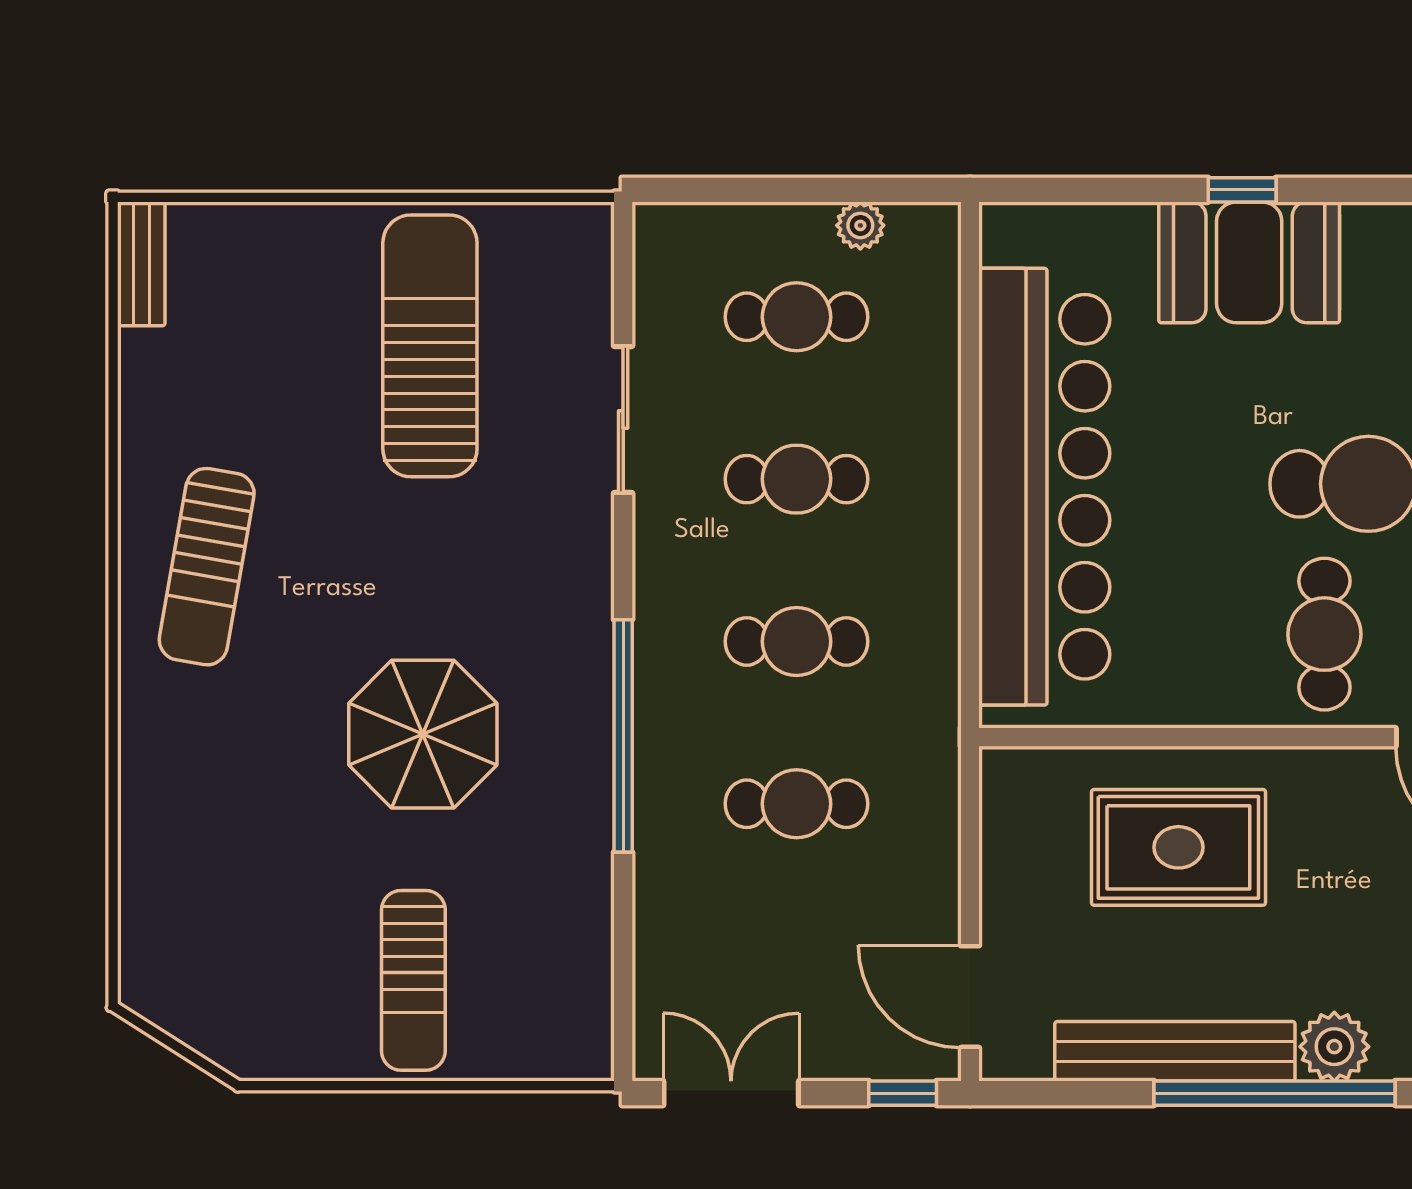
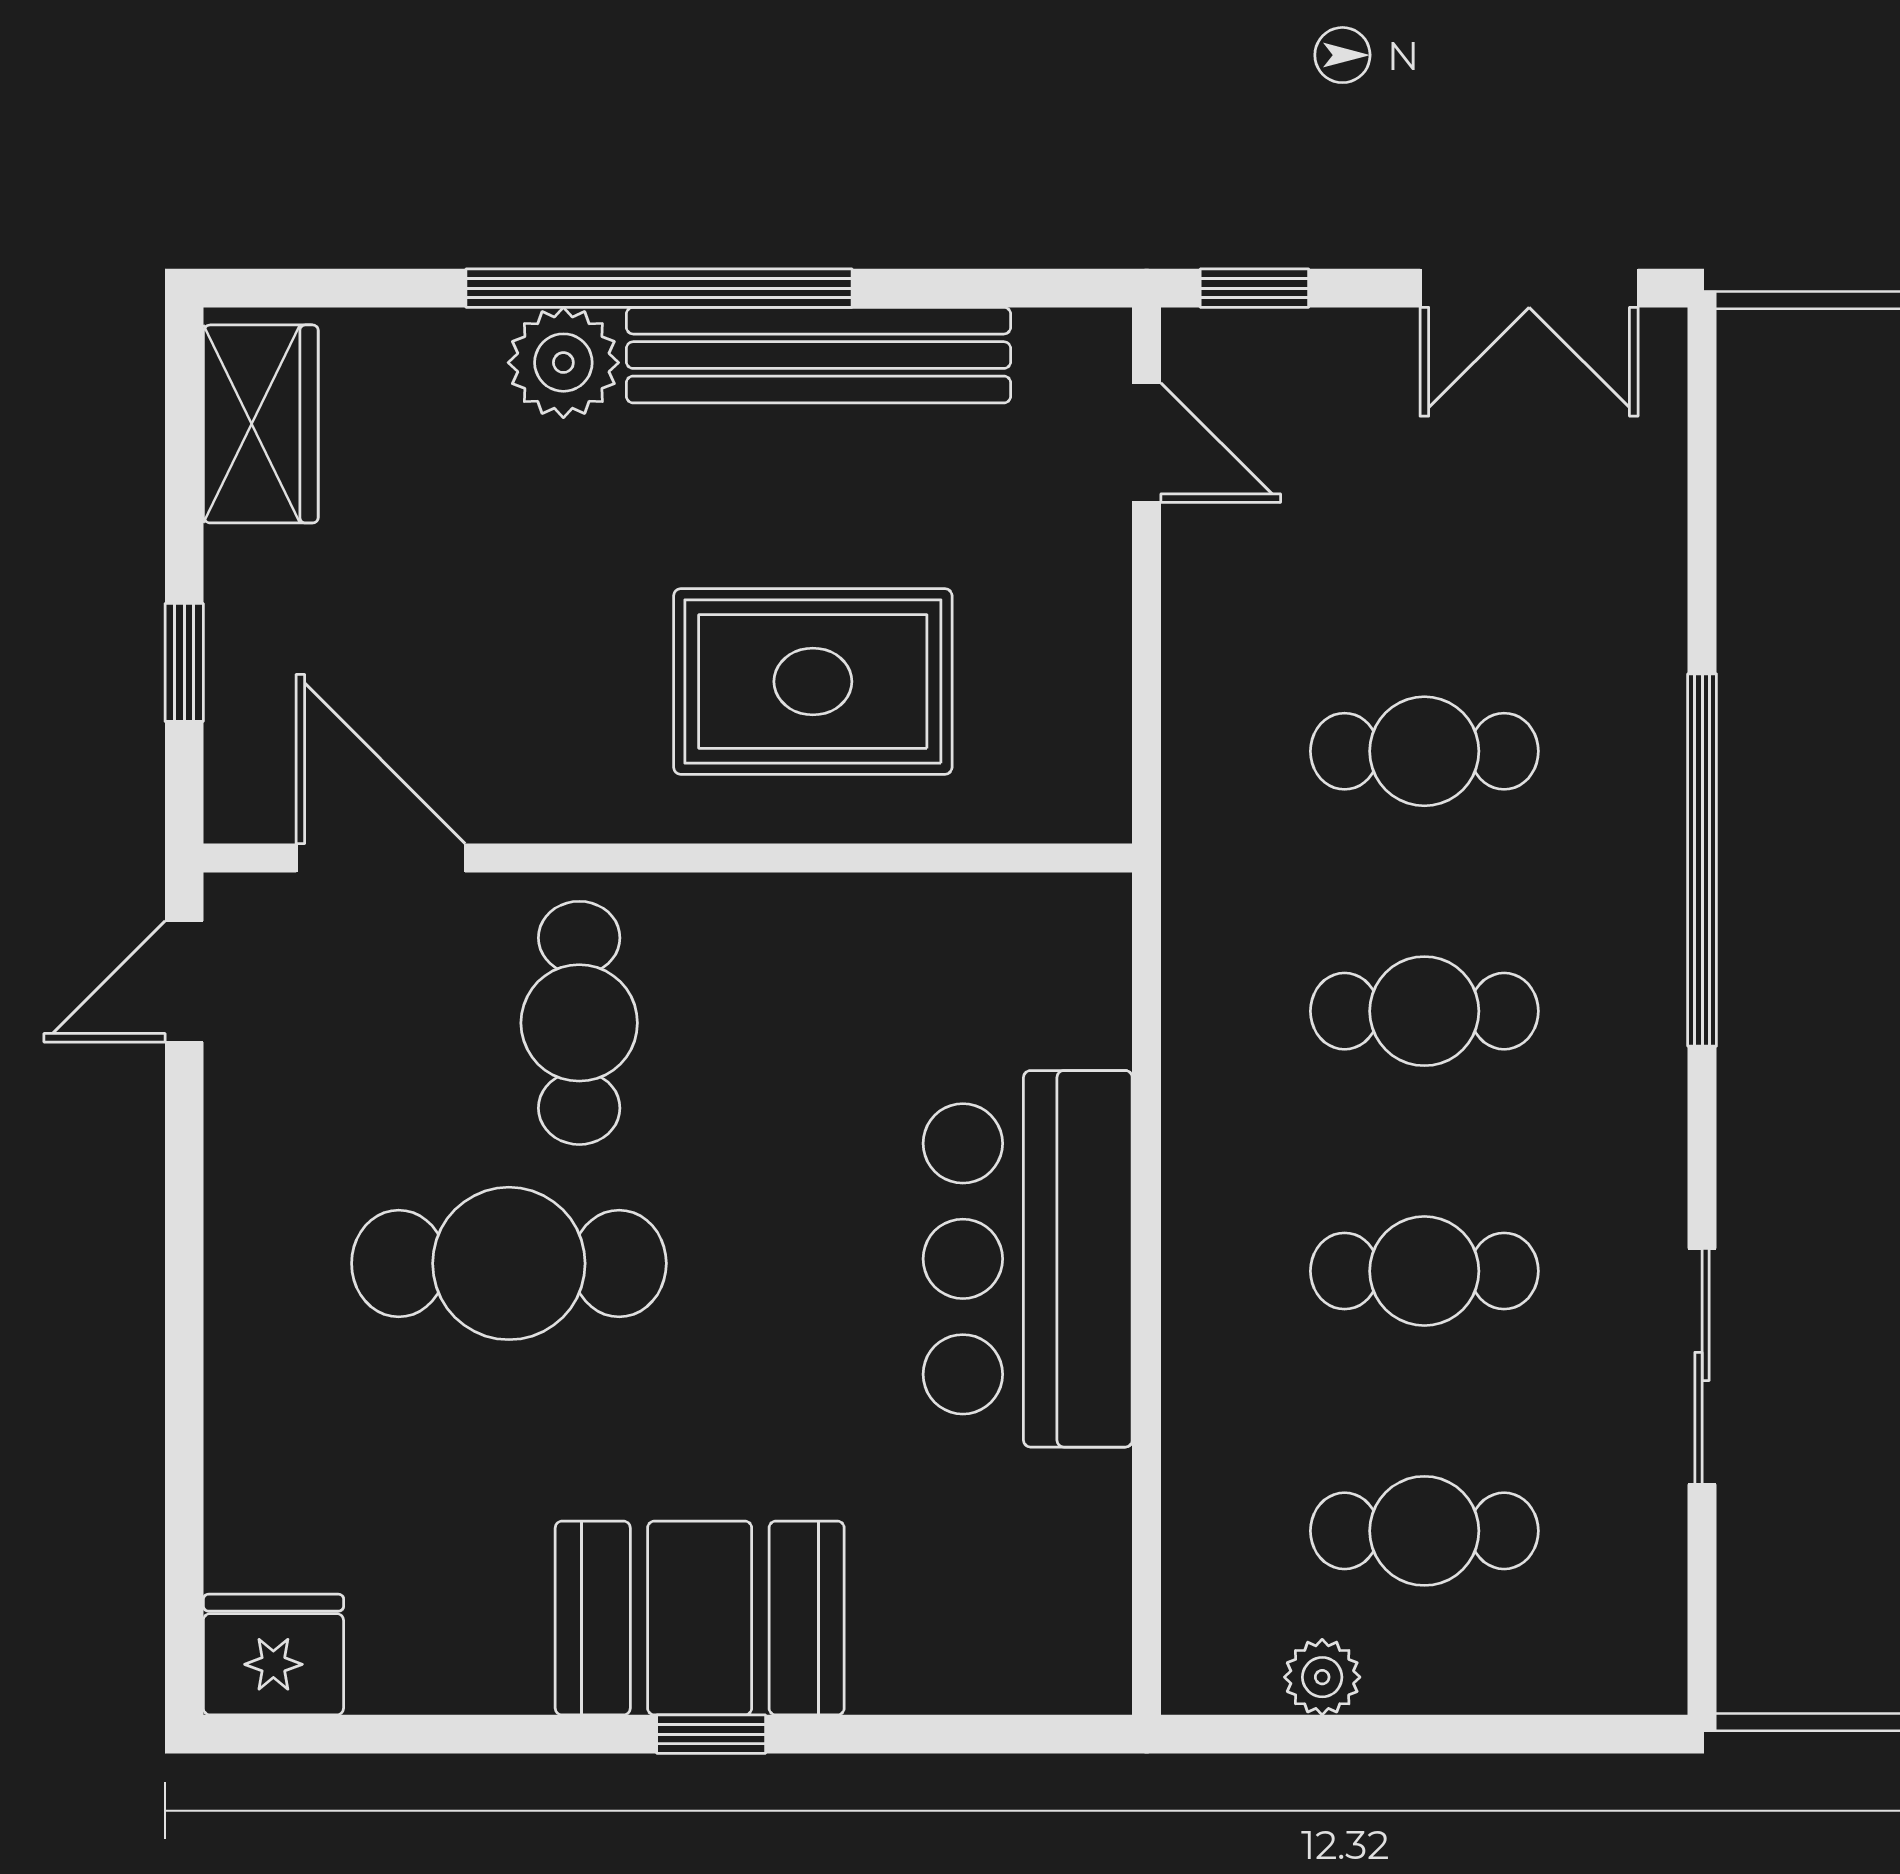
bar counter: (1044, 487) -> (1028, 1259), width x0.54
door: (970, 997) -> (1147, 443), width x0.73

